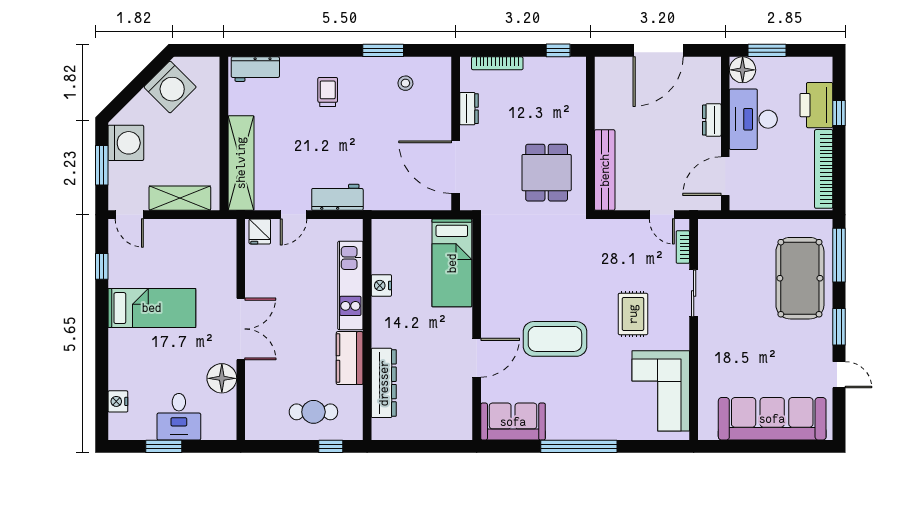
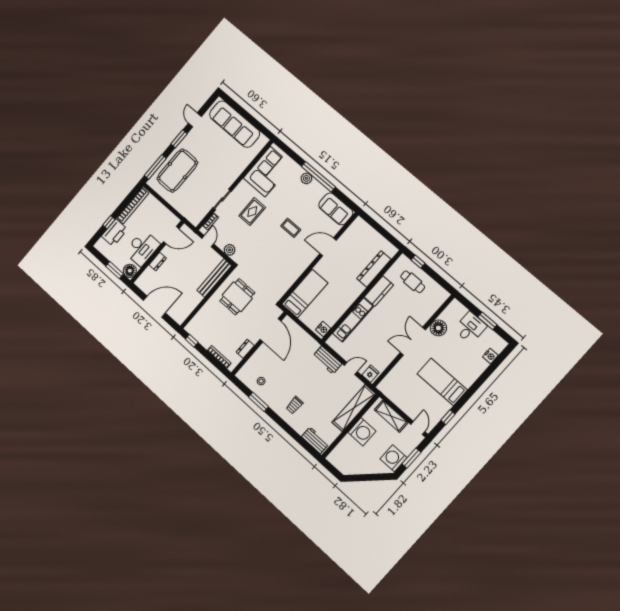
washing machine: (170, 87) -> (362, 432), moved, turned 135
plant: (618, 230) -> (230, 250), added
nightstand: (381, 285) -> (323, 329), moved
coffee table: (555, 339) -> (291, 228), width x0.54, depth x0.58
plant: (594, 429) -> (306, 178), added

